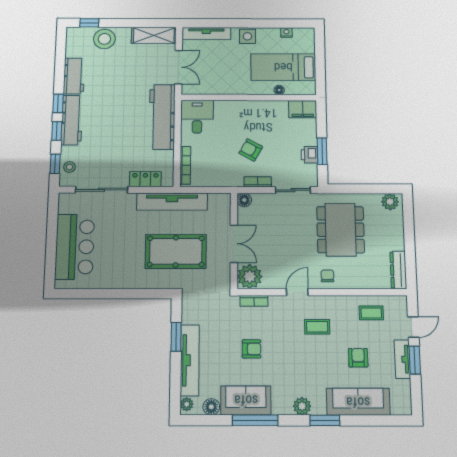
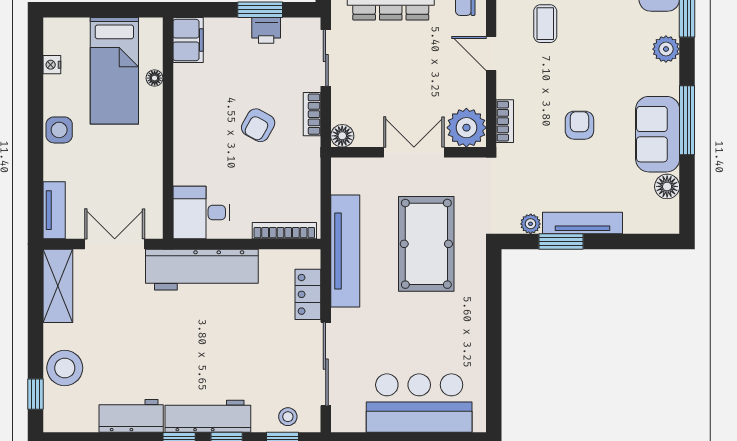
tv unit: (206, 33) -> (54, 210), width x0.71
tv unit: (190, 360) -> (582, 223), width x0.73, depth x0.78
plant: (187, 404) -> (531, 224), moved

